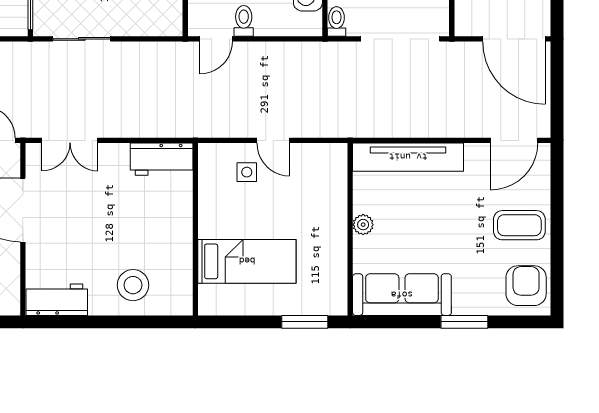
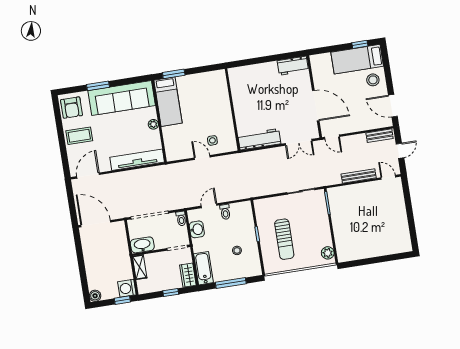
door: (216, 39) -> (209, 206), moved
double door: (70, 140) -> (299, 142), swing flipped
workbench: (162, 159) -> (259, 139), width x1.38
bed: (247, 261) -> (168, 102), moved, turned -90
stool: (133, 285) -> (258, 78), removed
sofa: (402, 295) -> (122, 98), width x1.36, depth x1.27

